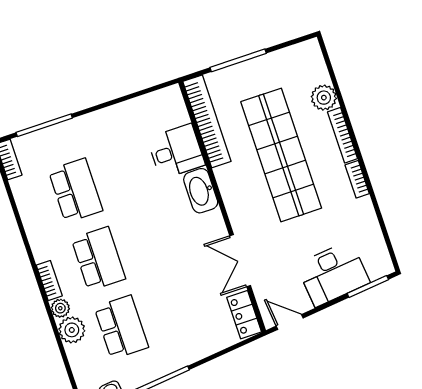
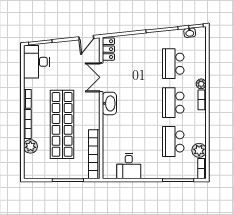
desk: (176, 151) -> (129, 166), moved, turned -90
washbasin: (201, 191) -> (109, 103), moved
double door: (240, 261) -> (101, 77), swing flipped
desk: (333, 274) -> (36, 62), moved, turned -84
door: (290, 322) -> (86, 38), hinge flipped
plant: (72, 330) -> (199, 150), moved

